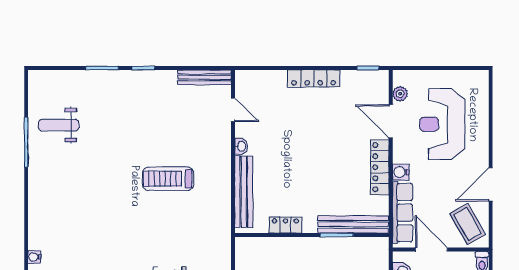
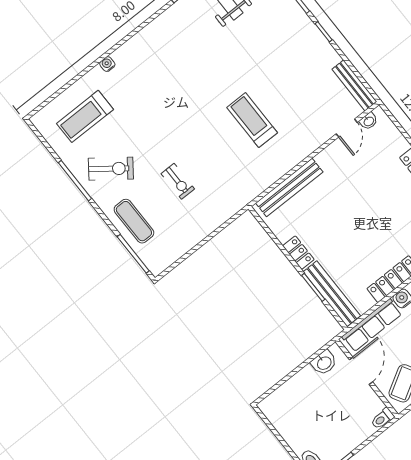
washbasin: (241, 146) -> (369, 121), moved
locker: (285, 225) -> (298, 253), moved

